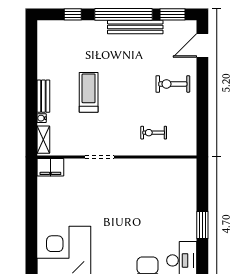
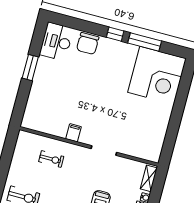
filing cabinet: (50, 167) -> (74, 133), moved, width x0.50

